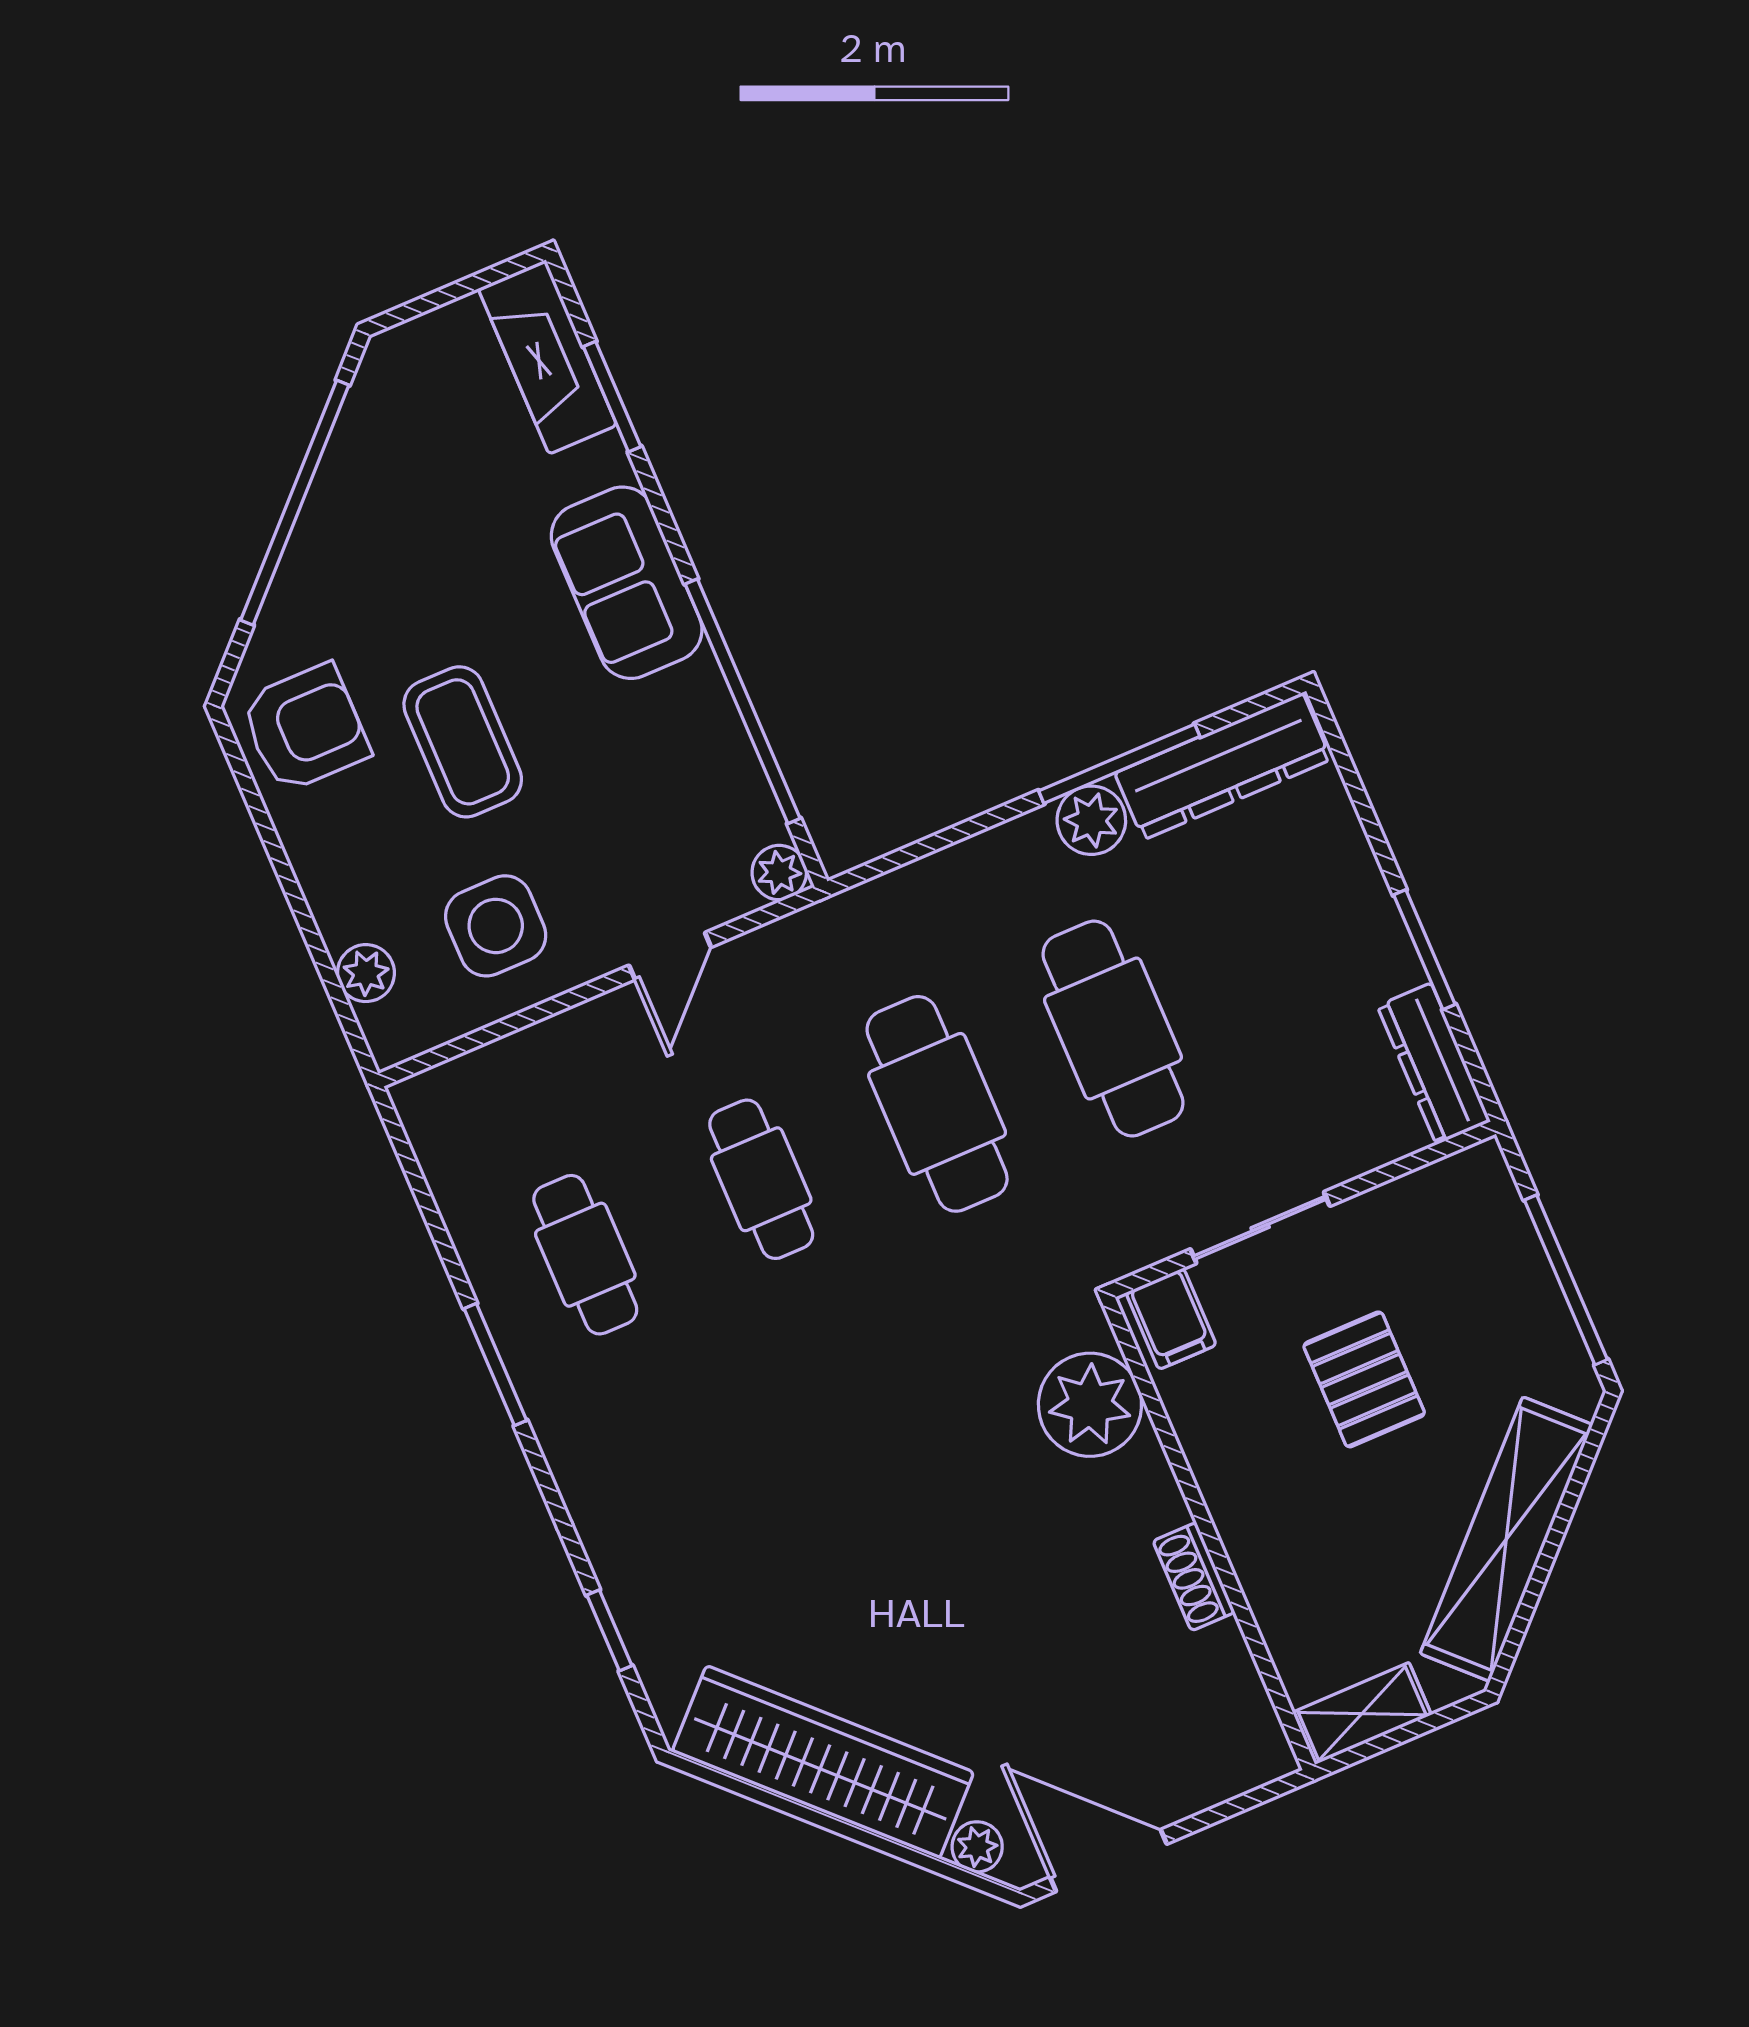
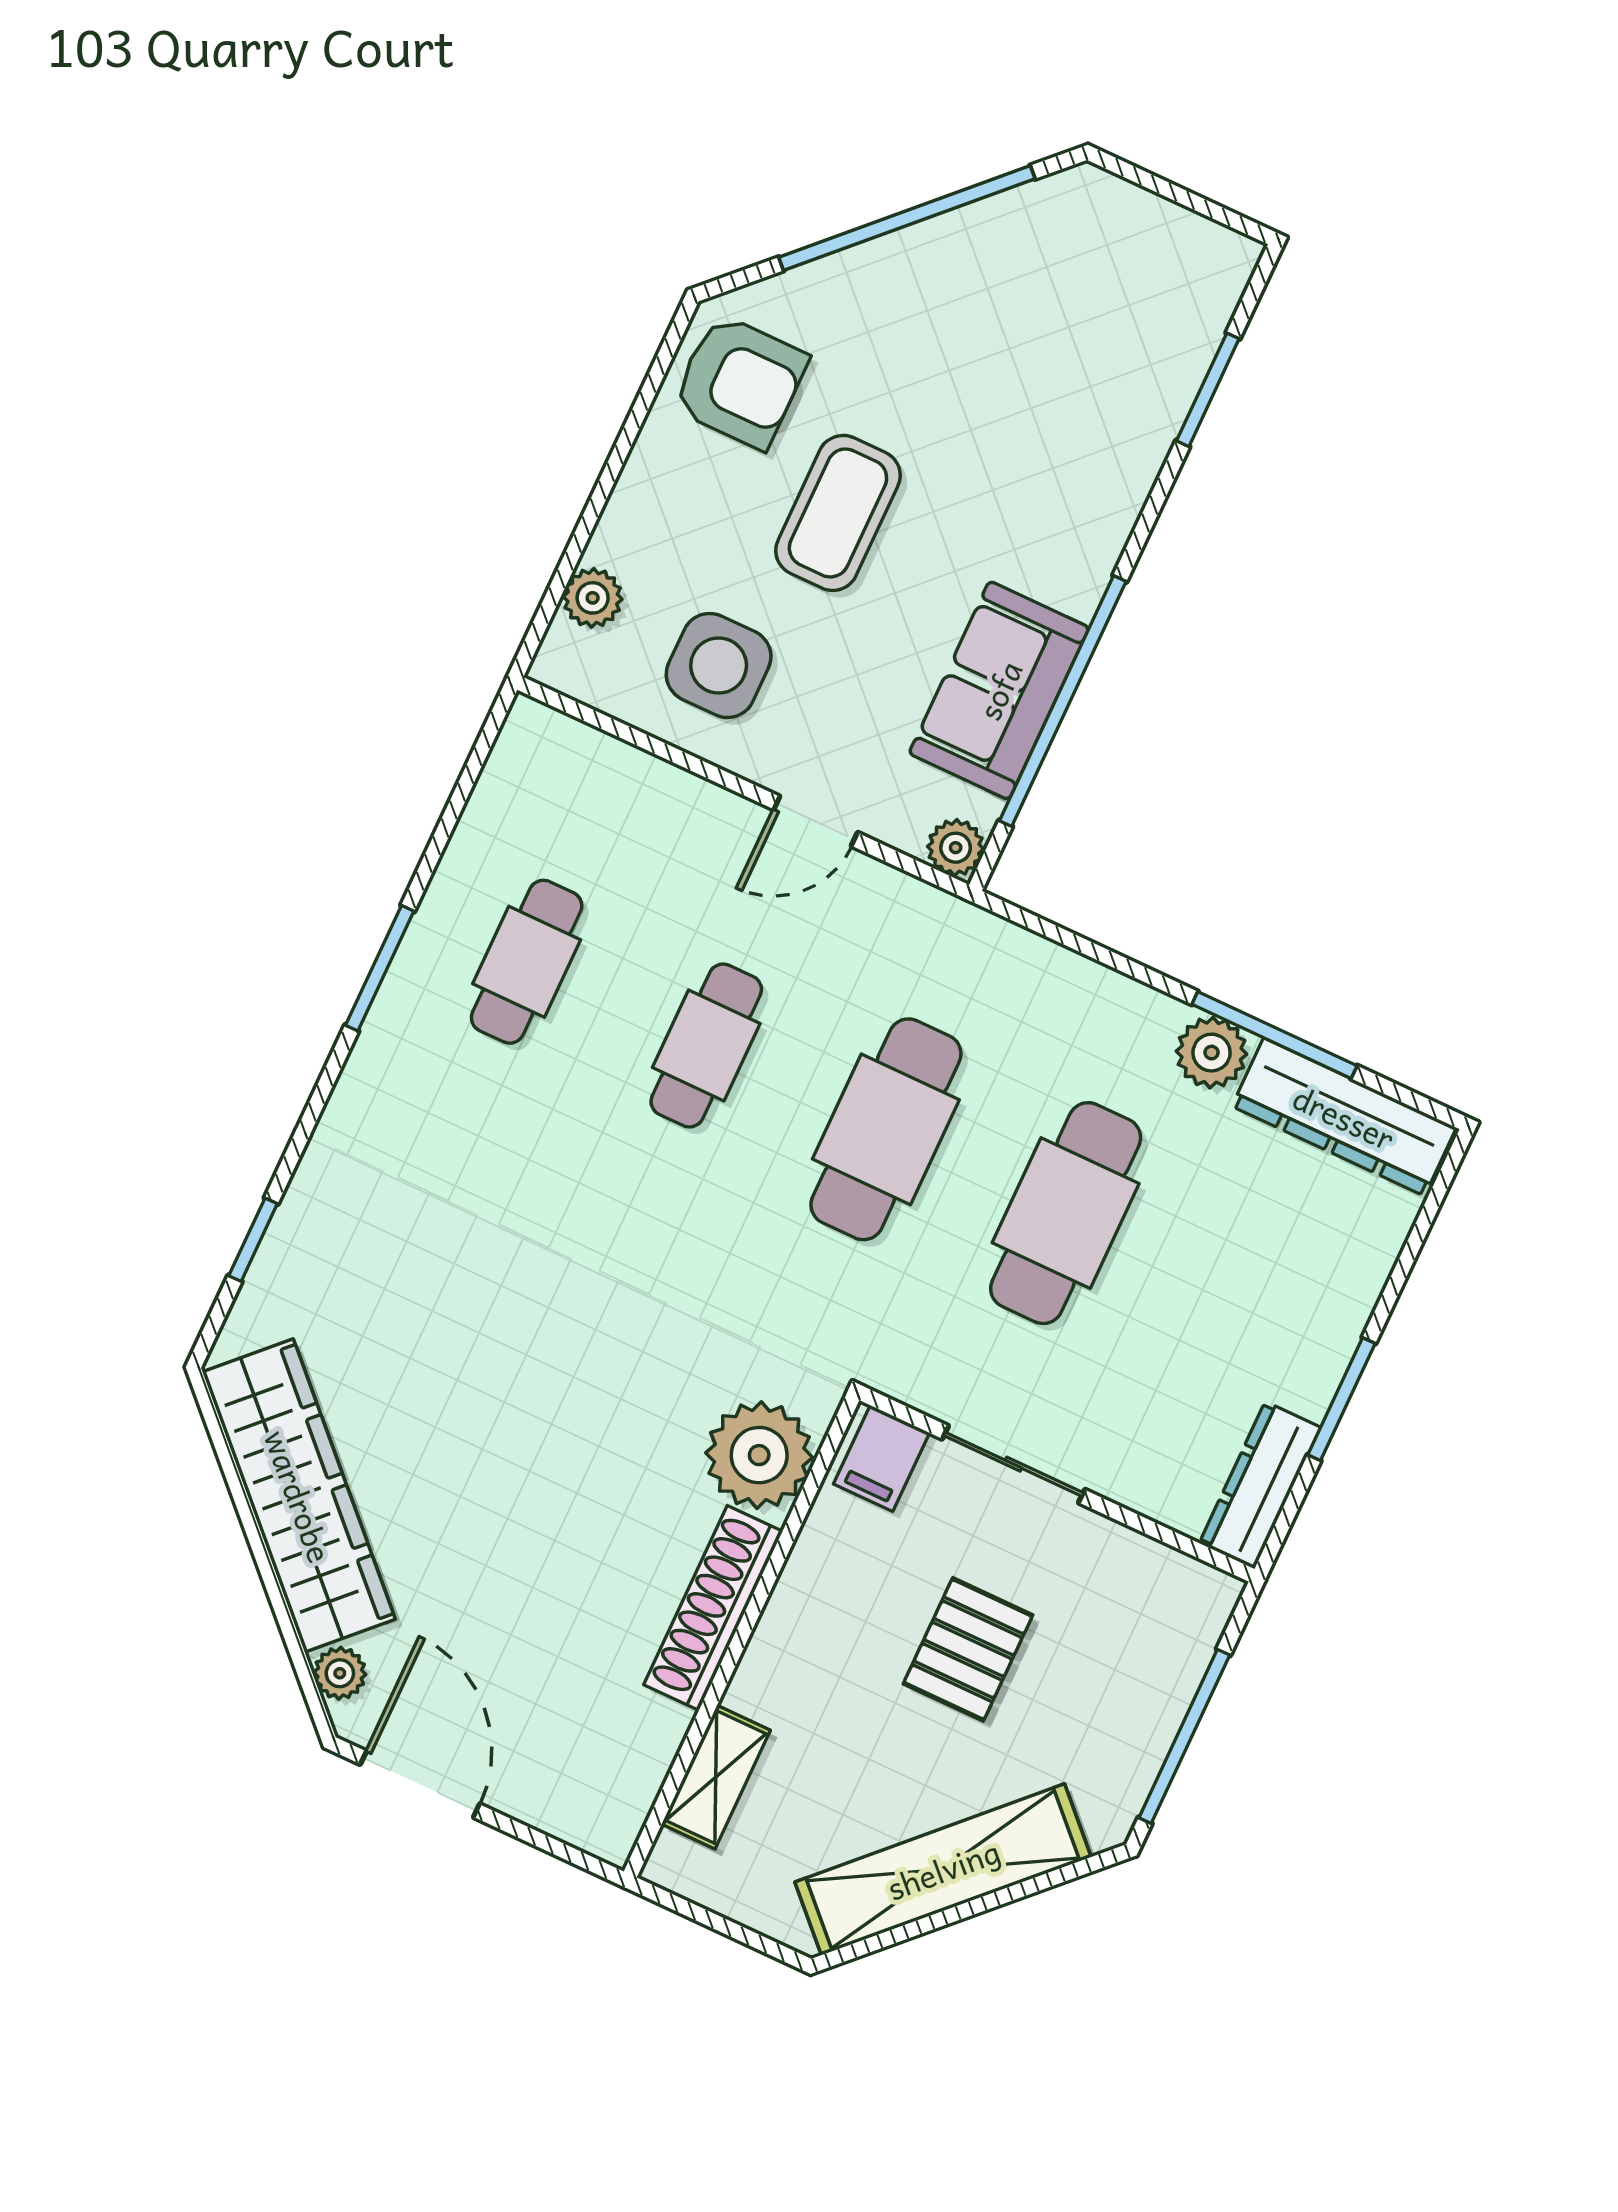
fireplace: (547, 357) -> (1194, 313), removed
sofa: (627, 583) -> (999, 690), moved
shoe rack: (1194, 1577) -> (713, 1608), width x1.94, depth x1.24
shelving: (1362, 1714) -> (716, 1777), moved, turned 90

